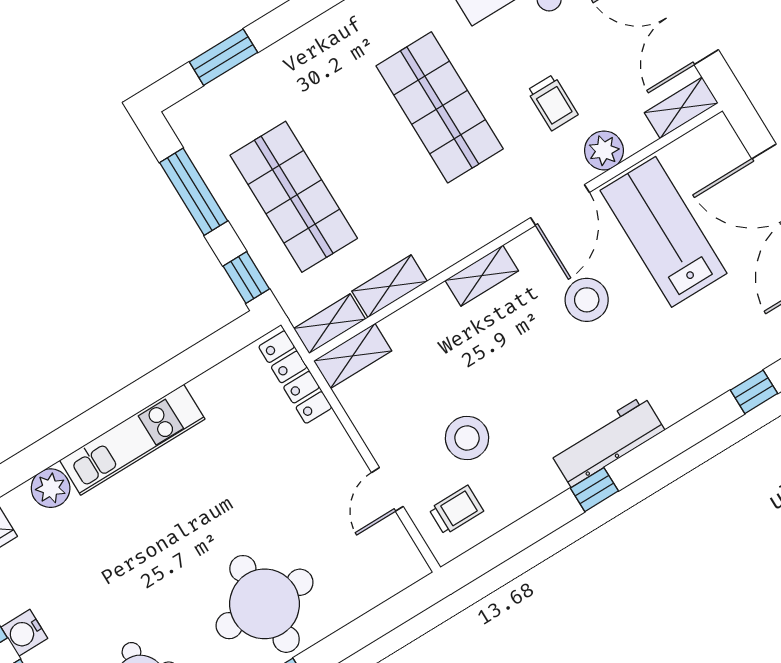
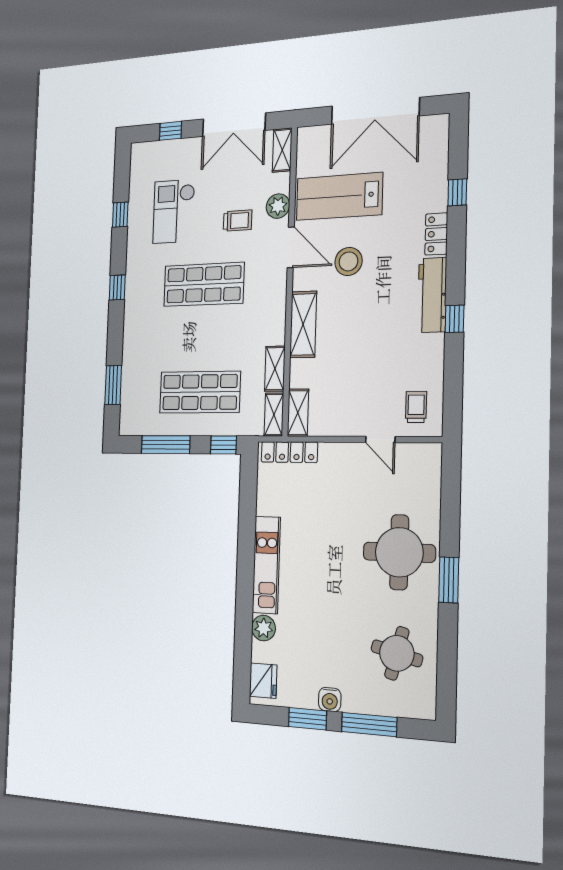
shelving: (482, 276) -> (303, 324), width x1.50, depth x1.33
locker: (687, 397) -> (436, 234), added
stool: (467, 438) -> (380, 376), removed

